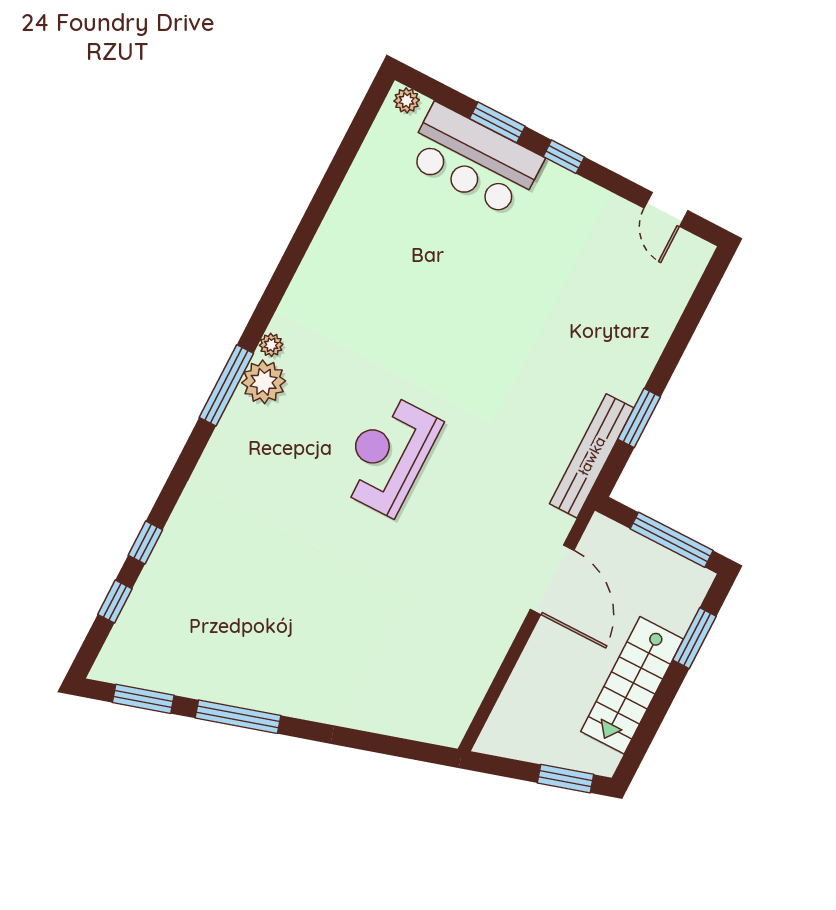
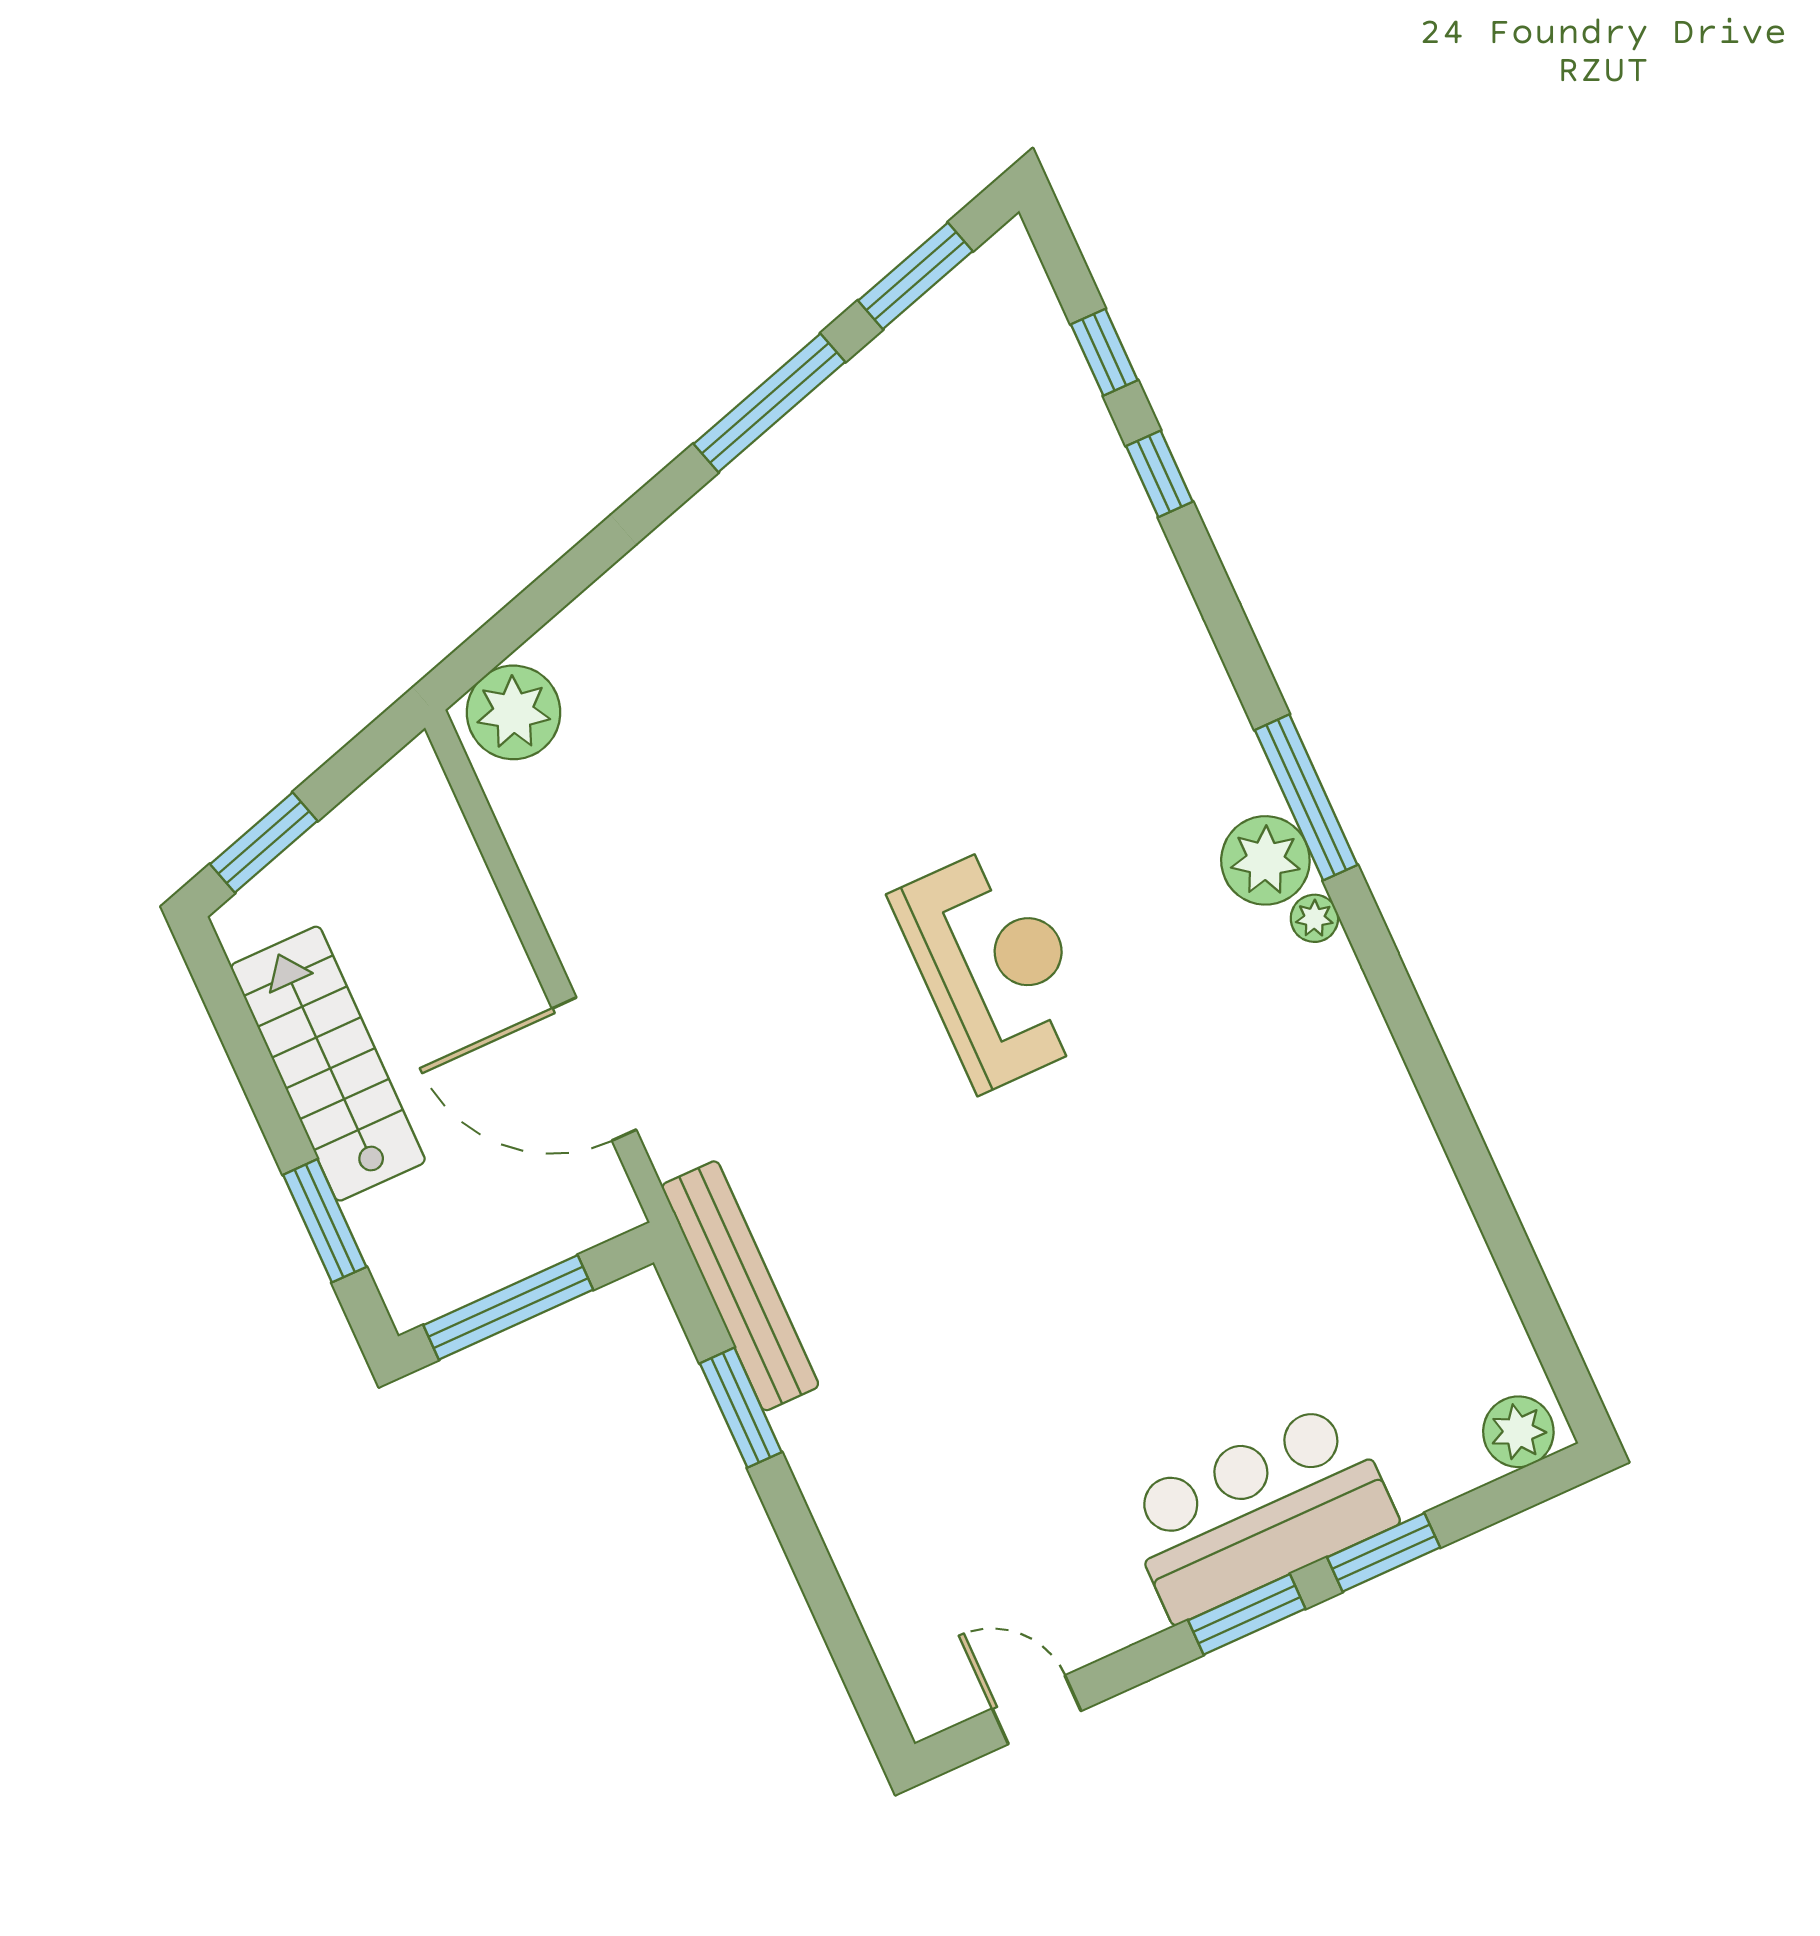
plant: (407, 100) -> (1518, 1432), width x1.38, depth x1.38
window: (564, 157) -> (1247, 1614), width x1.50
bar counter: (474, 160) -> (1259, 1512), moved
plant: (438, 721) -> (513, 712), added

